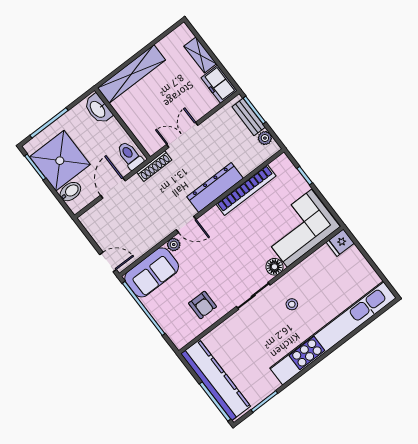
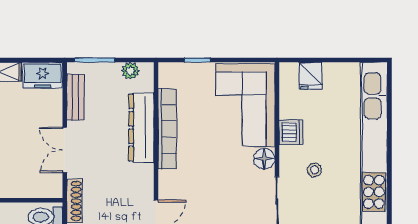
bench: (249, 117) -> (76, 97), moved, turned 90
dresser: (215, 188) -> (141, 128), moved
fridge: (340, 243) -> (310, 76), moved
dishwasher: (304, 271) -> (291, 132), added

